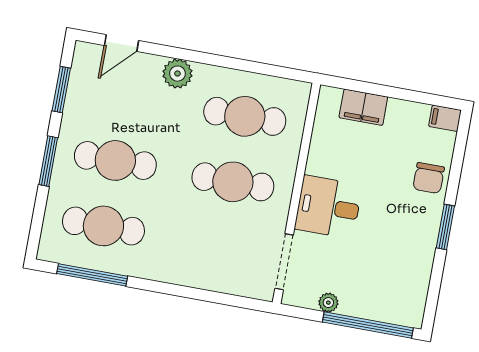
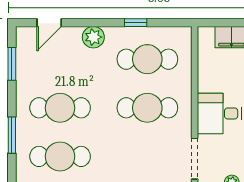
window: (238, 64) -> (136, 23), added
window: (48, 161) -> (12, 135), moved

